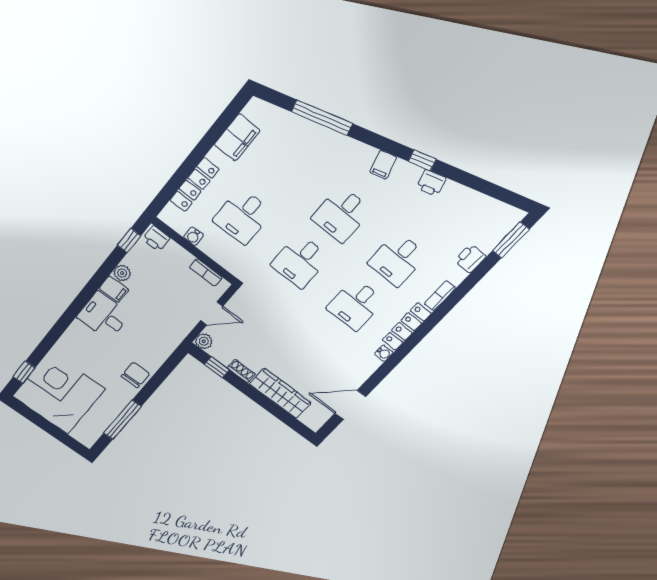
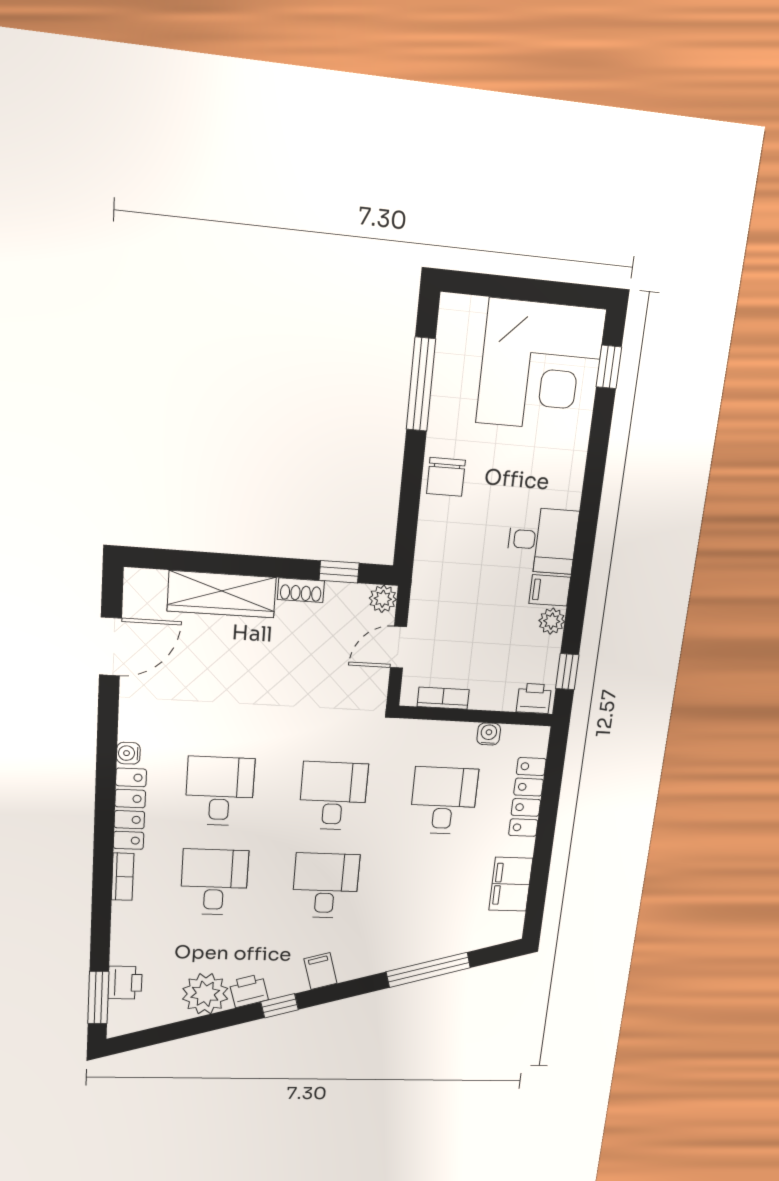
plant: (455, 199) -> (205, 994), added
printer: (470, 258) -> (125, 983), moved

